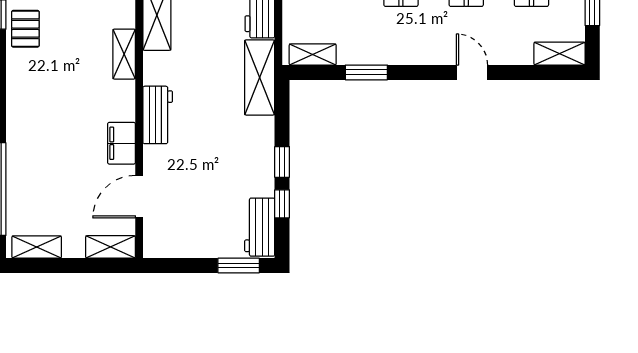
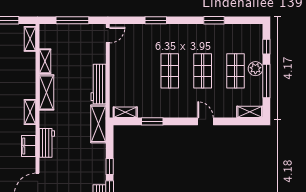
filing cabinet: (122, 143) -> (29, 146), moved

